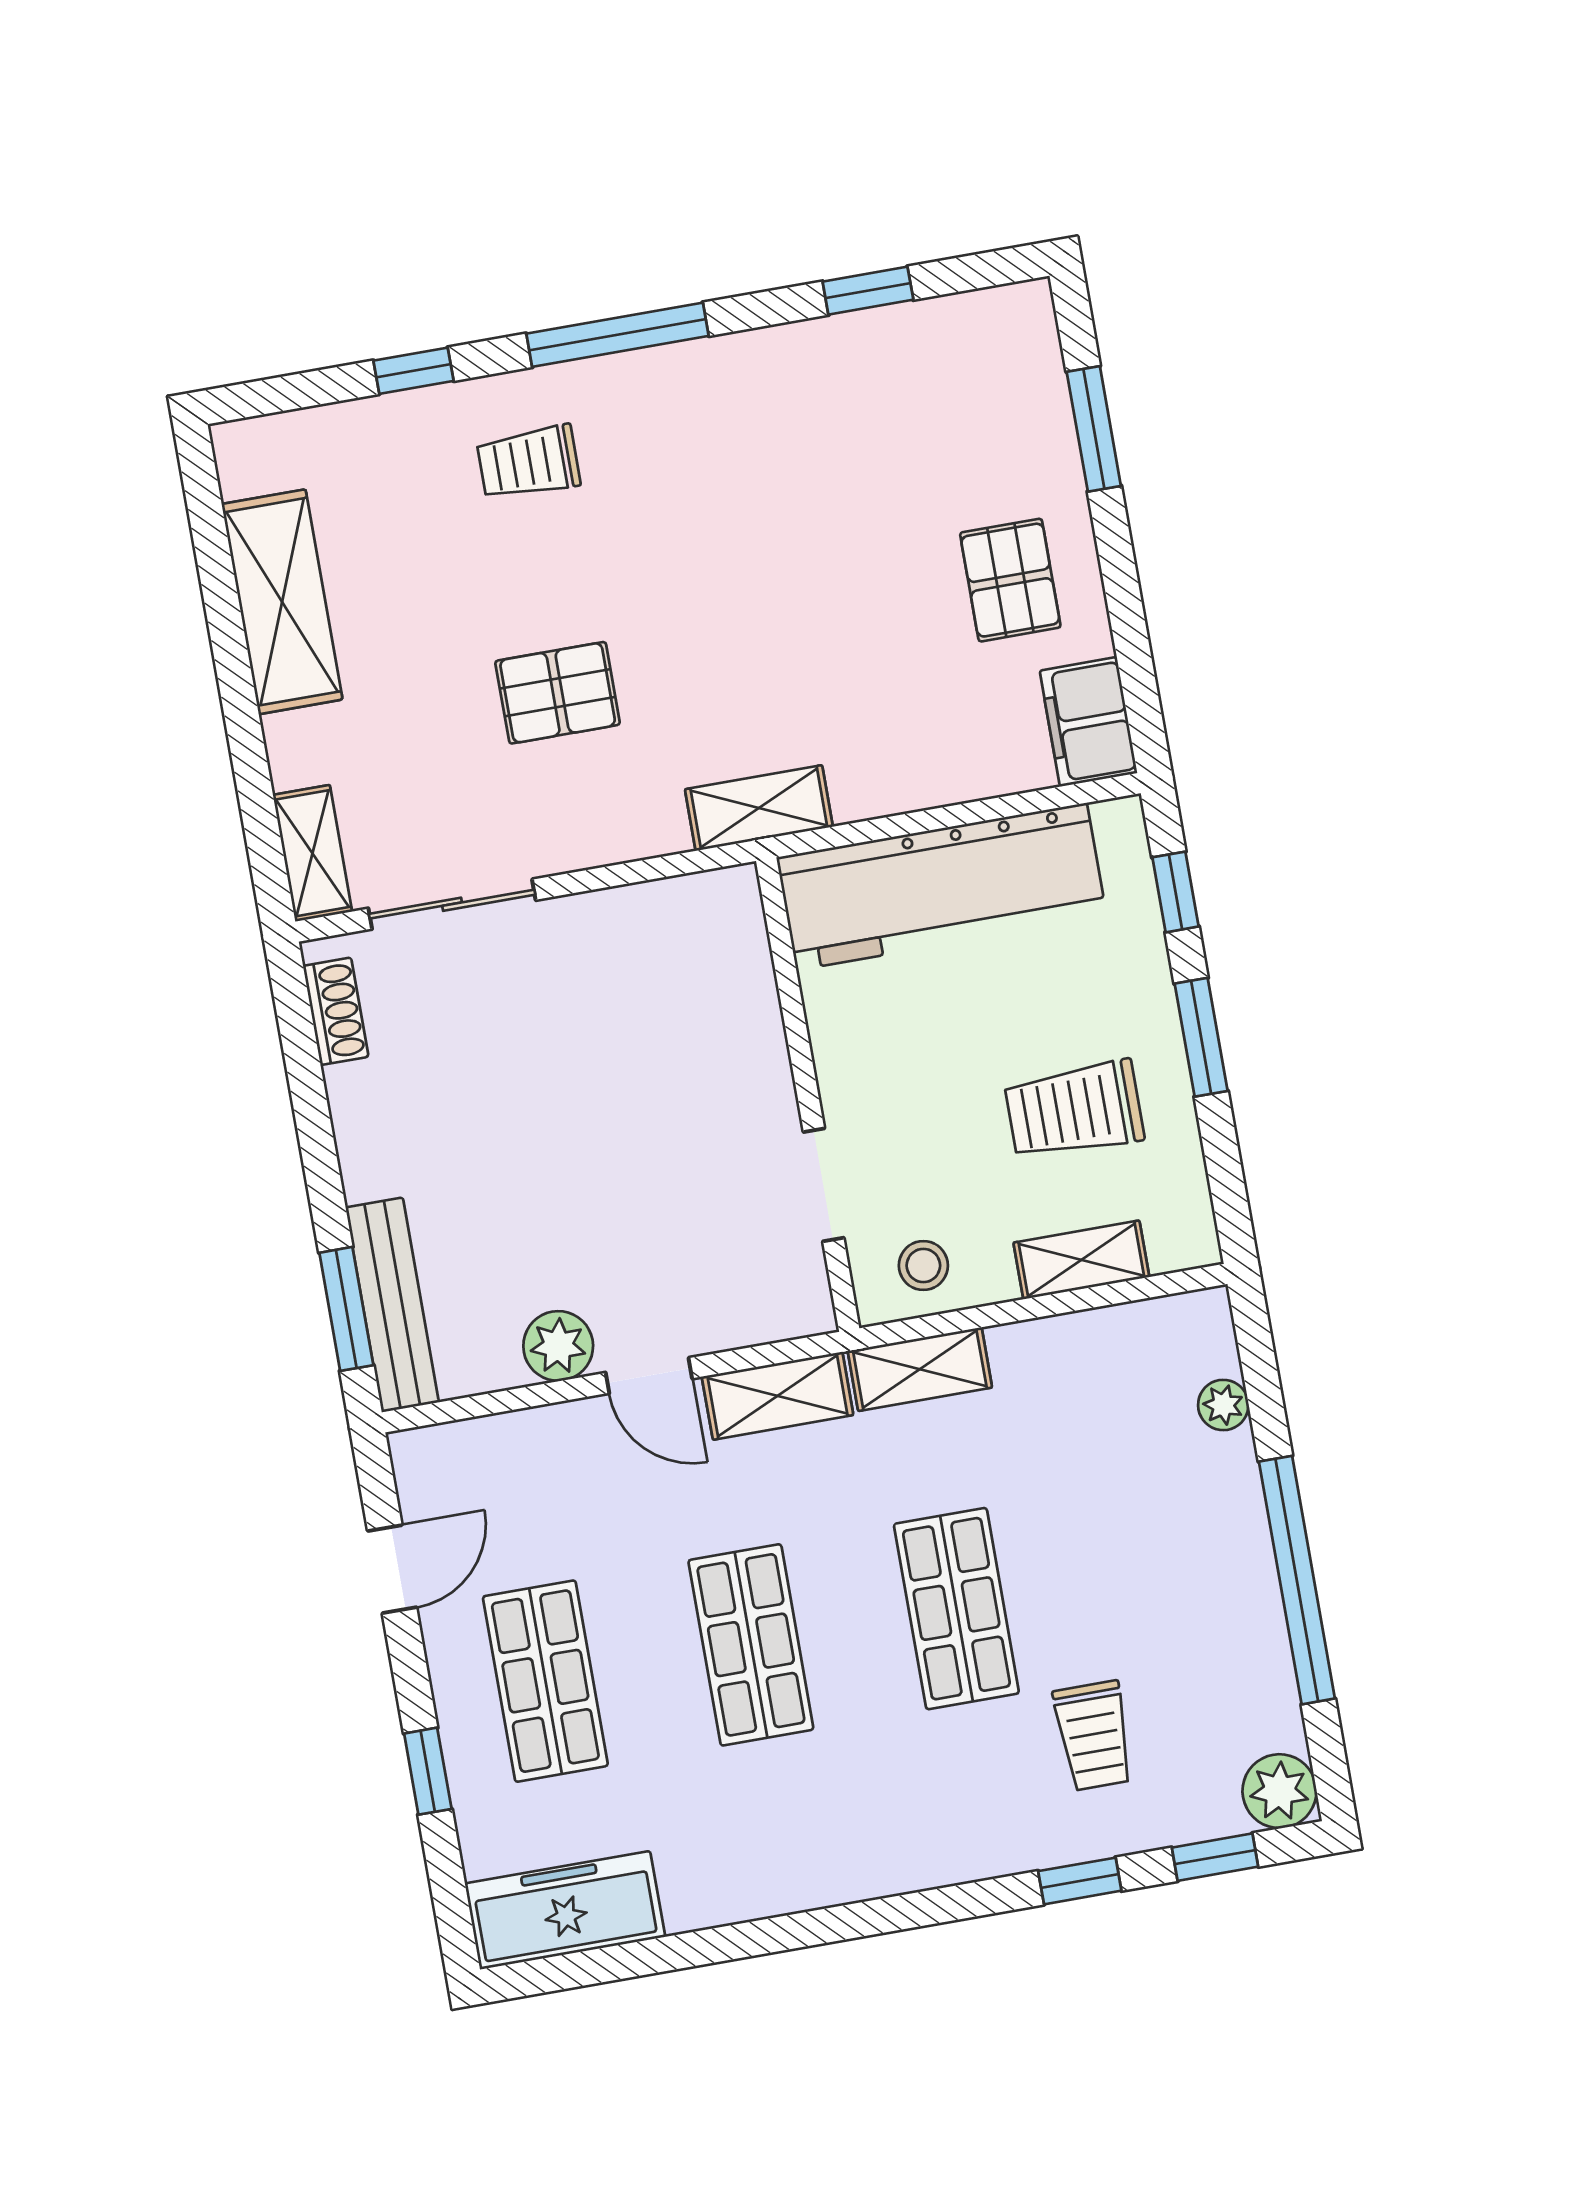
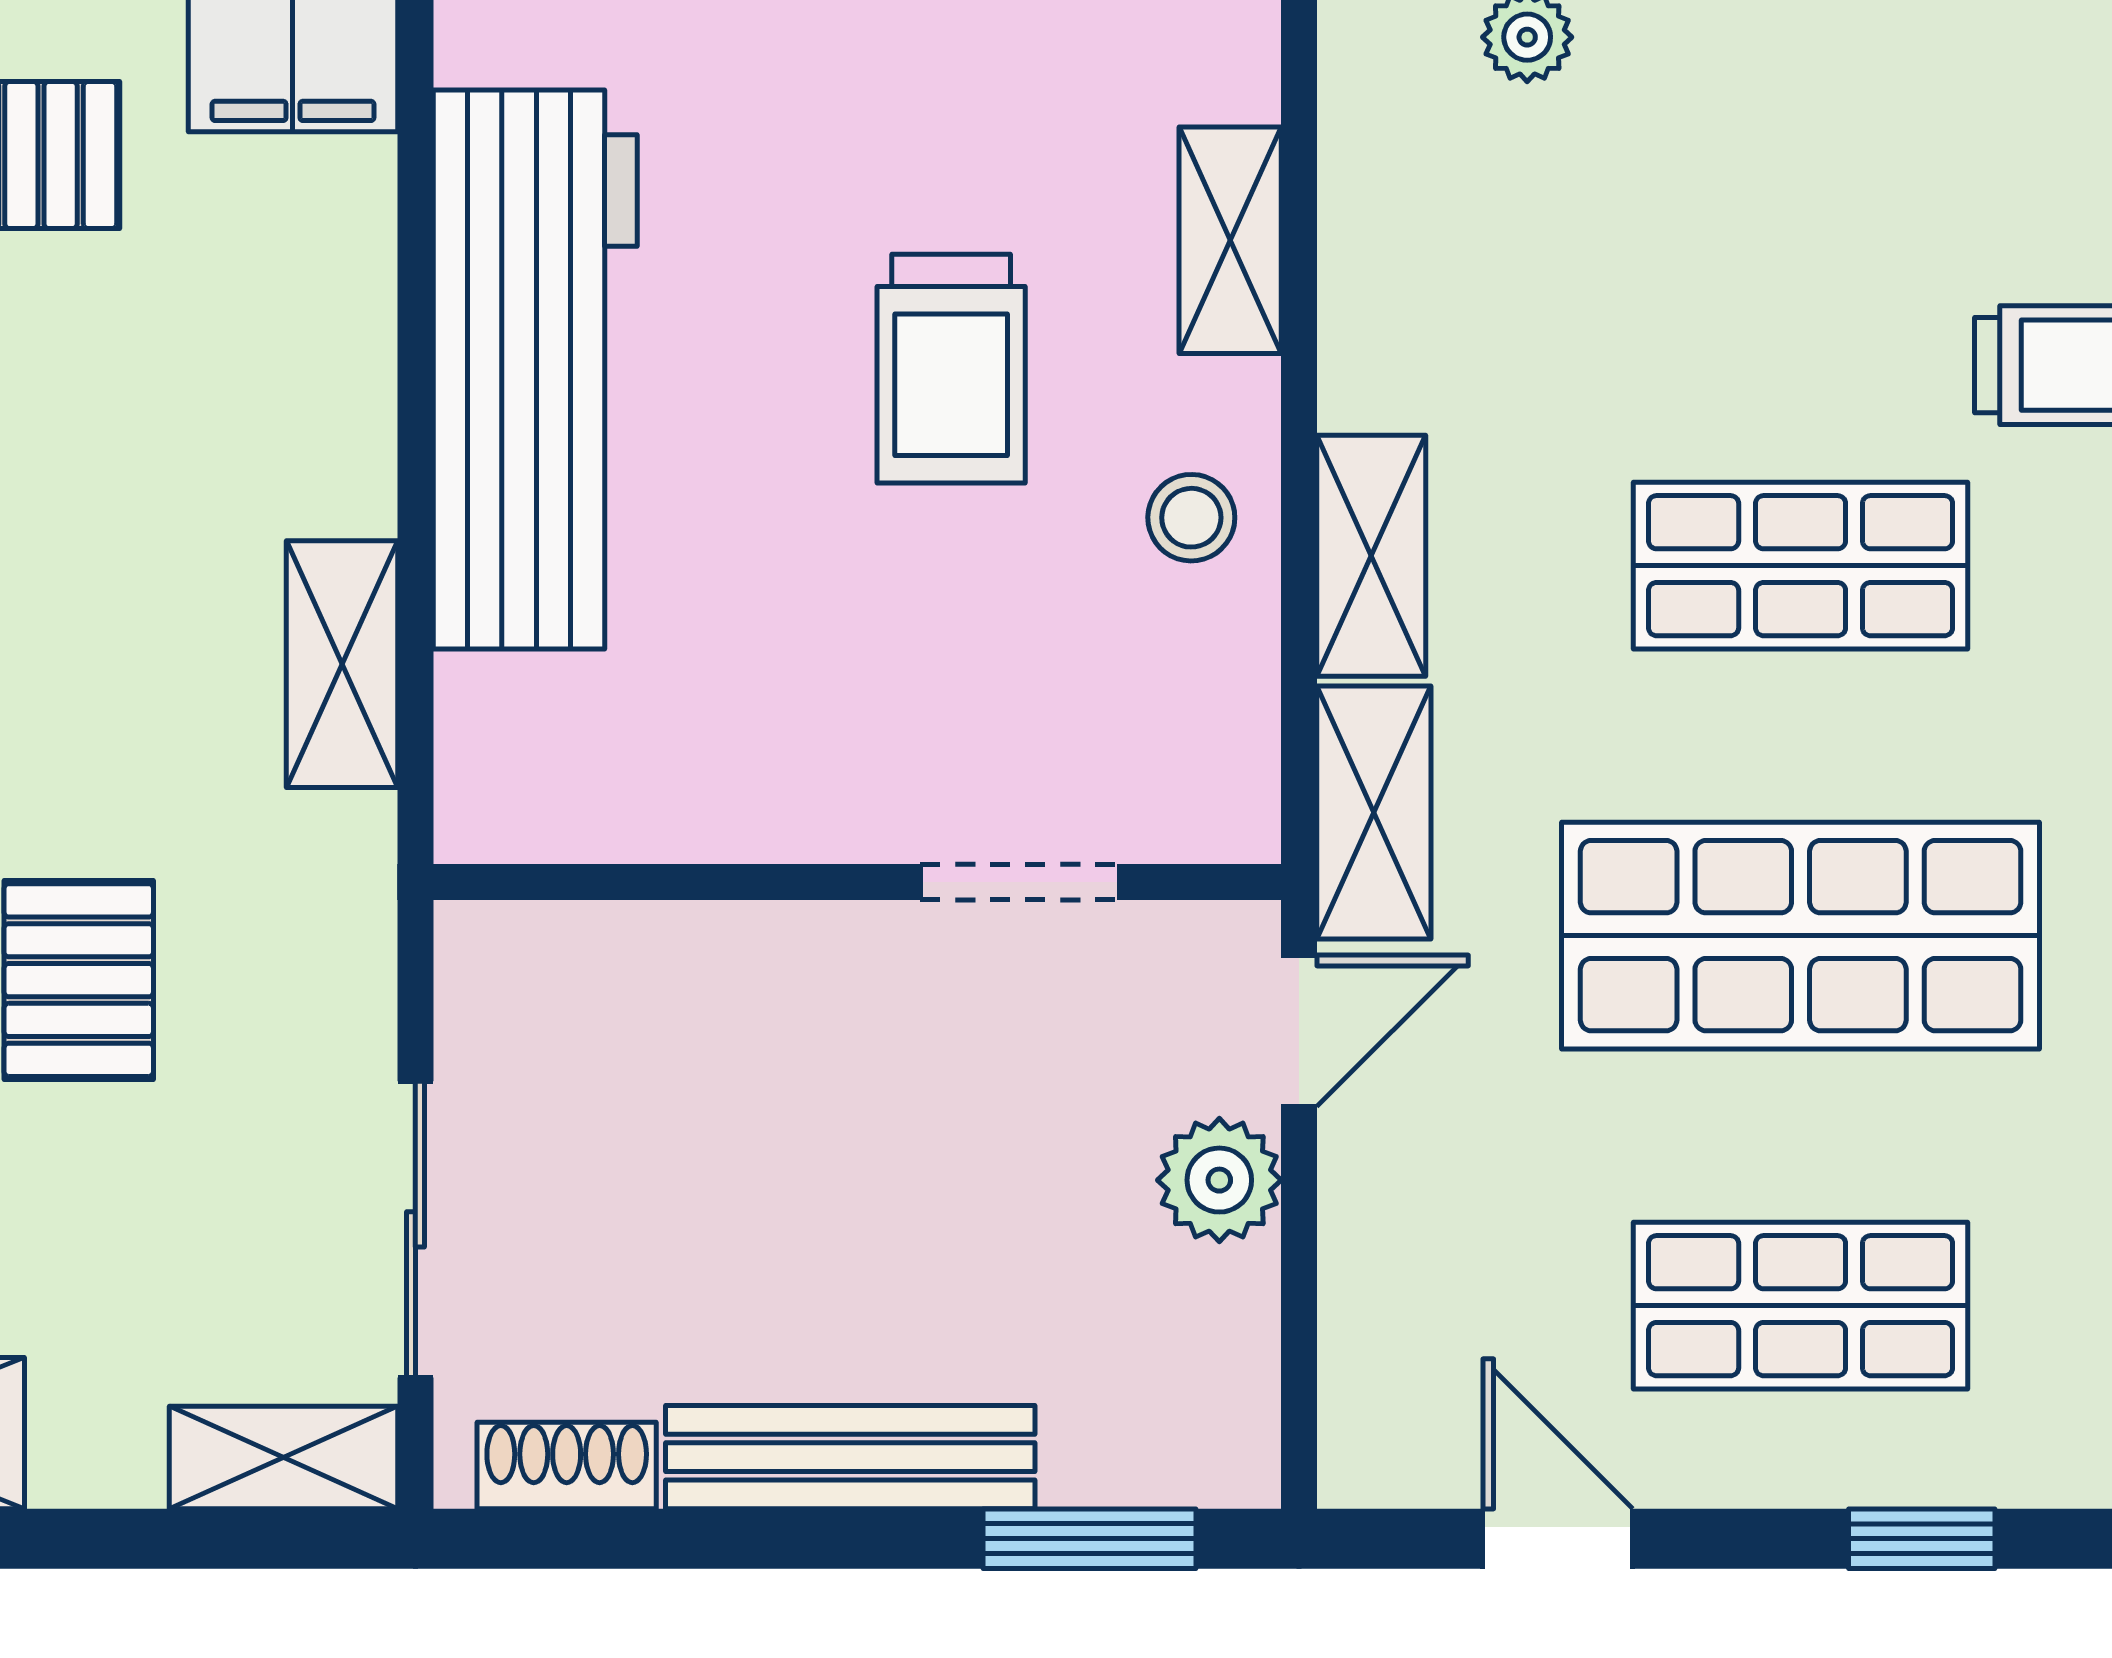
wall: (808, 1095) -> (857, 882), moved
trolley: (1074, 1110) -> (951, 369), moved
doorway: (824, 1185) -> (1020, 882), moved
bench: (392, 1305) -> (850, 1457), moved
shop shelf: (751, 1645) -> (1801, 936), width x1.43, depth x1.36

